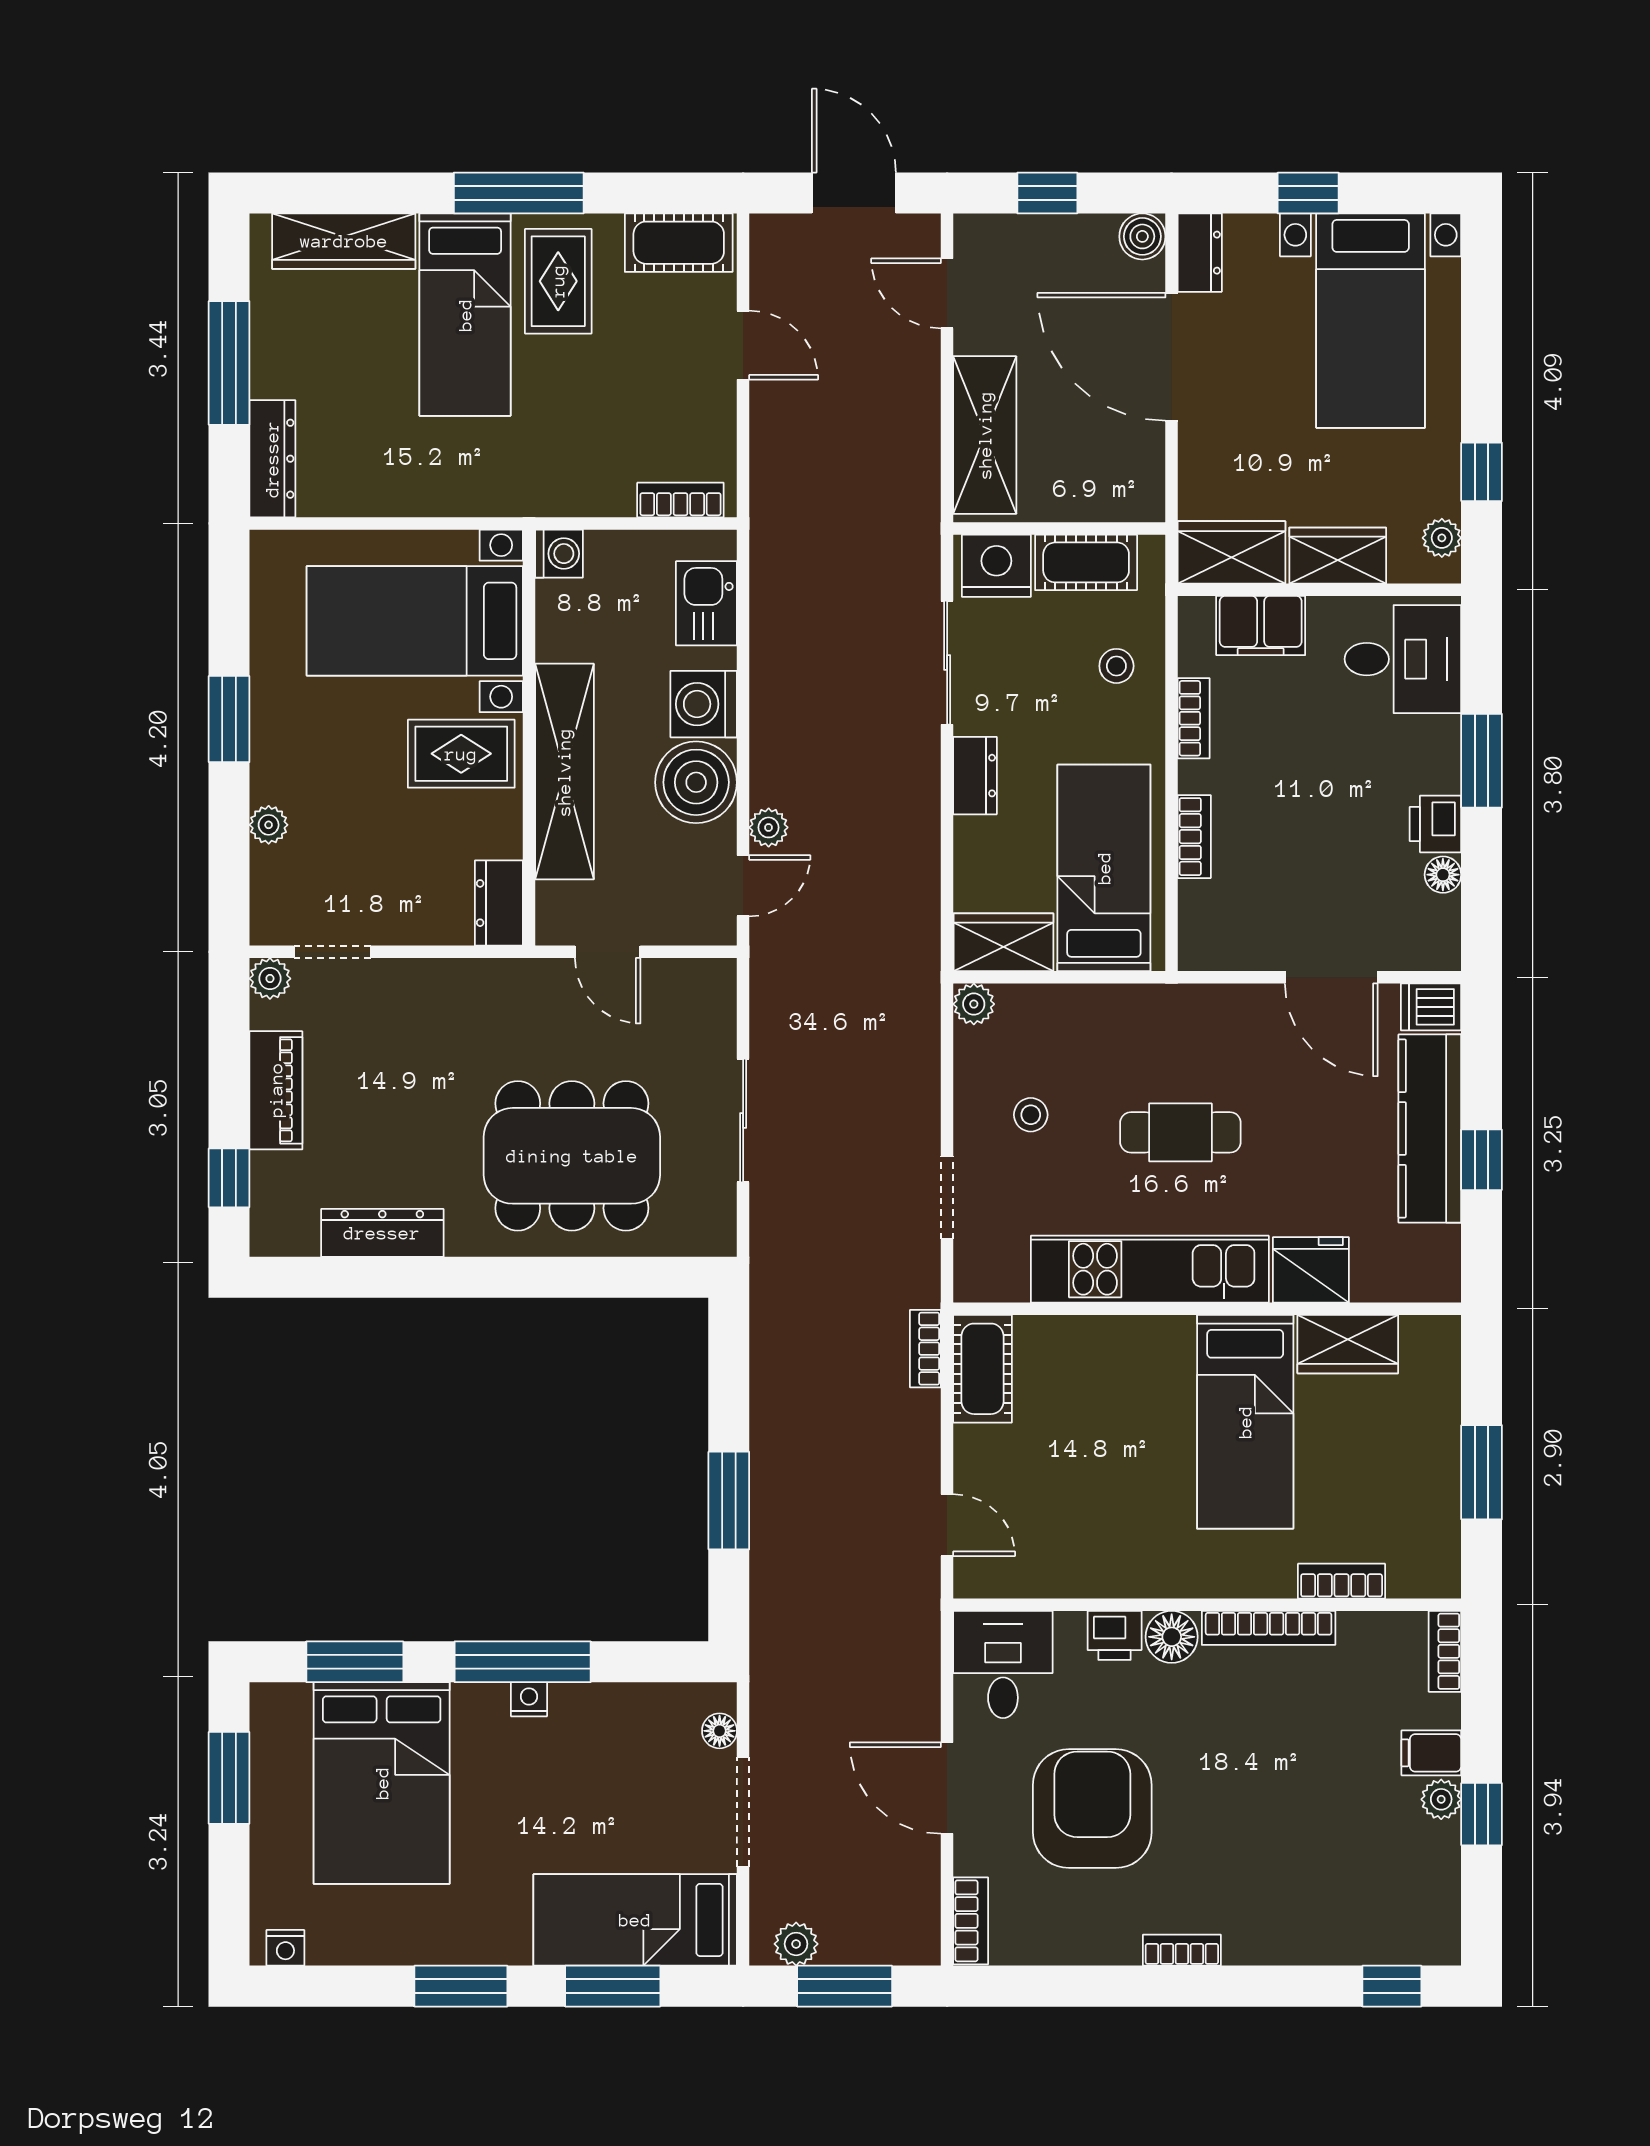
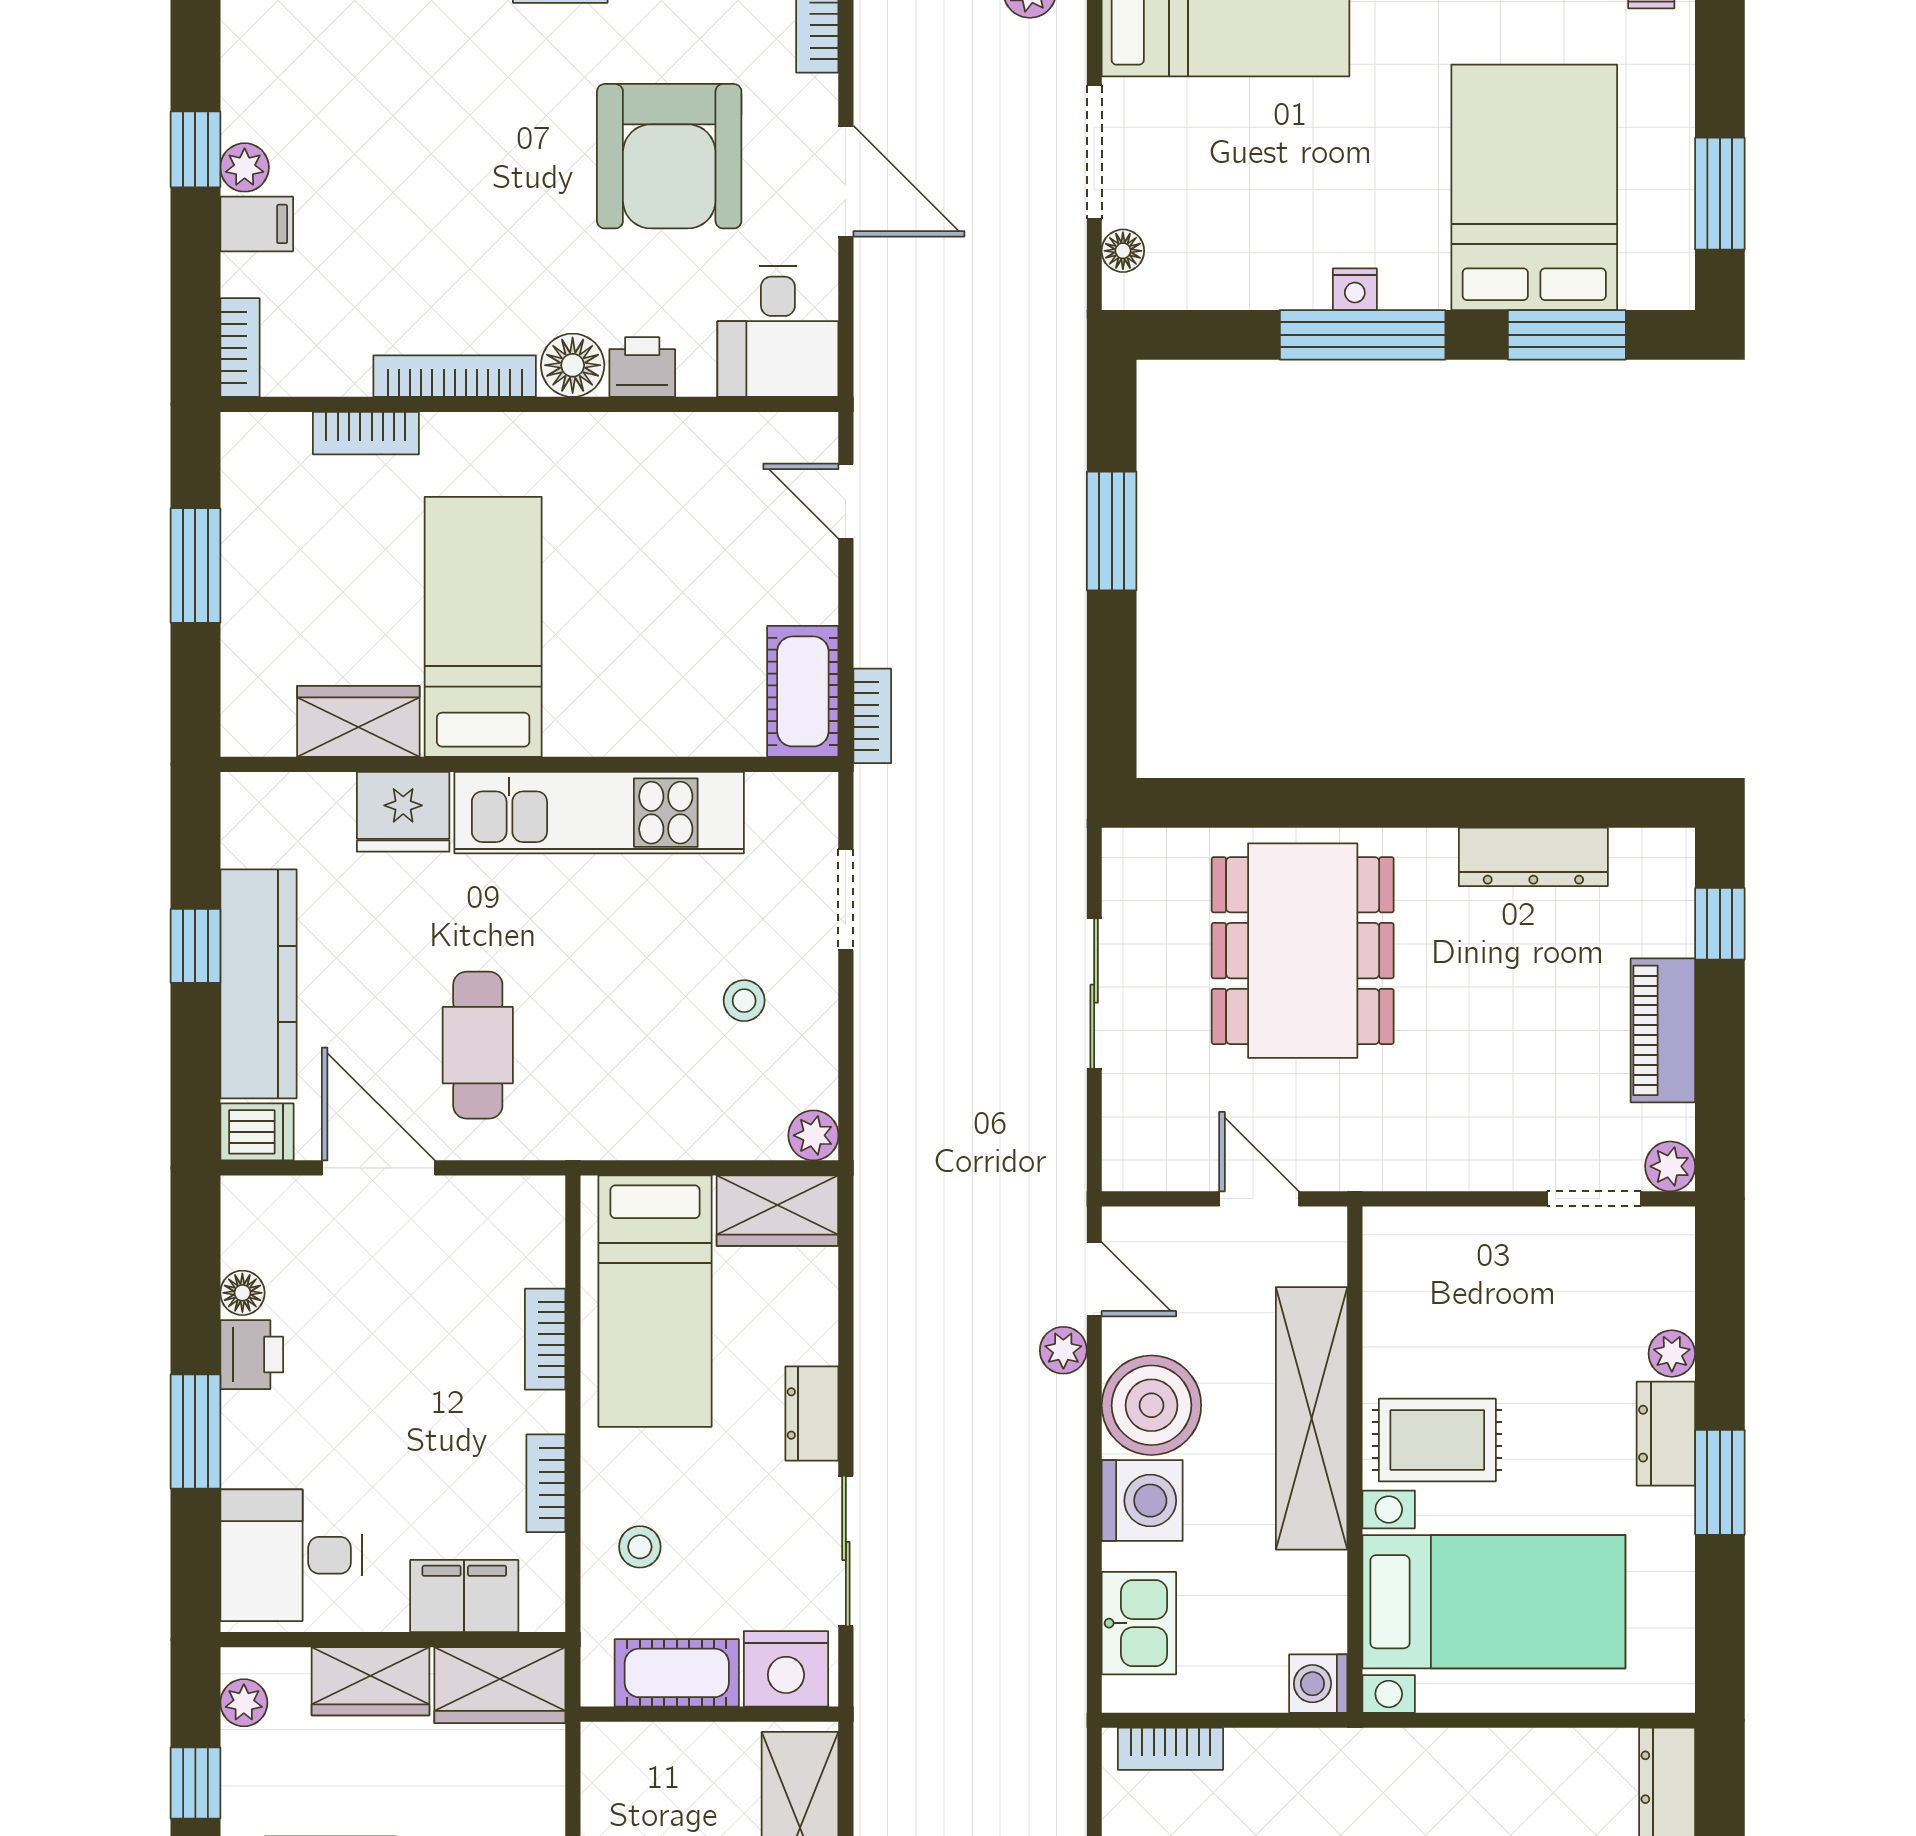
door: (743, 886) -> (1094, 1279), swing flipped
dresser: (499, 903) -> (1666, 1434), moved, turned 180
cafe table: (1180, 1132) -> (478, 1045), moved, turned 90
dining table: (572, 1156) -> (1303, 951), turned 90

